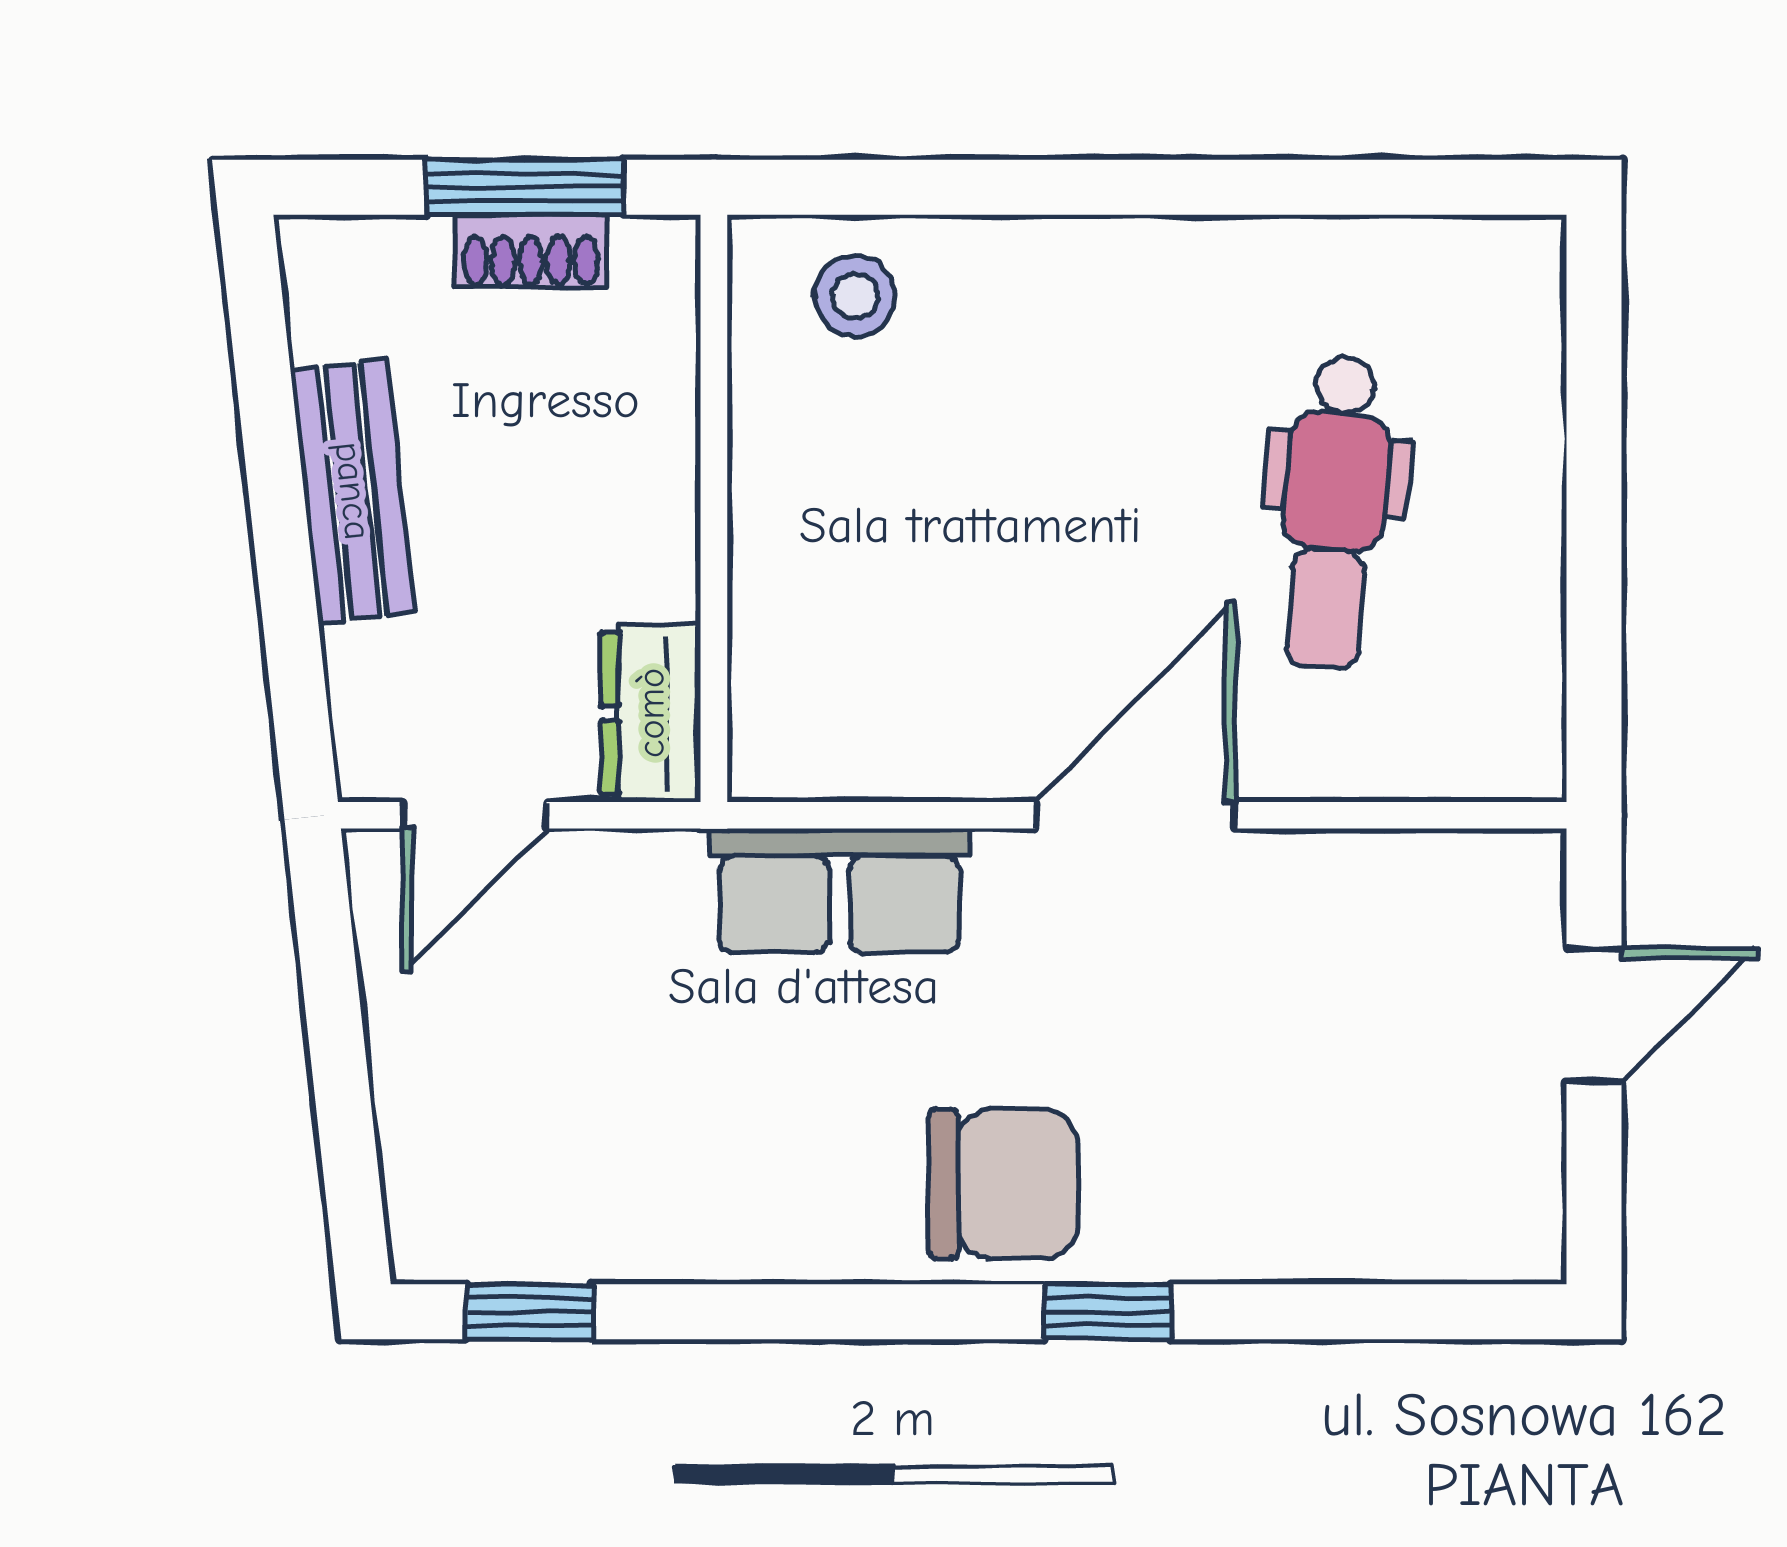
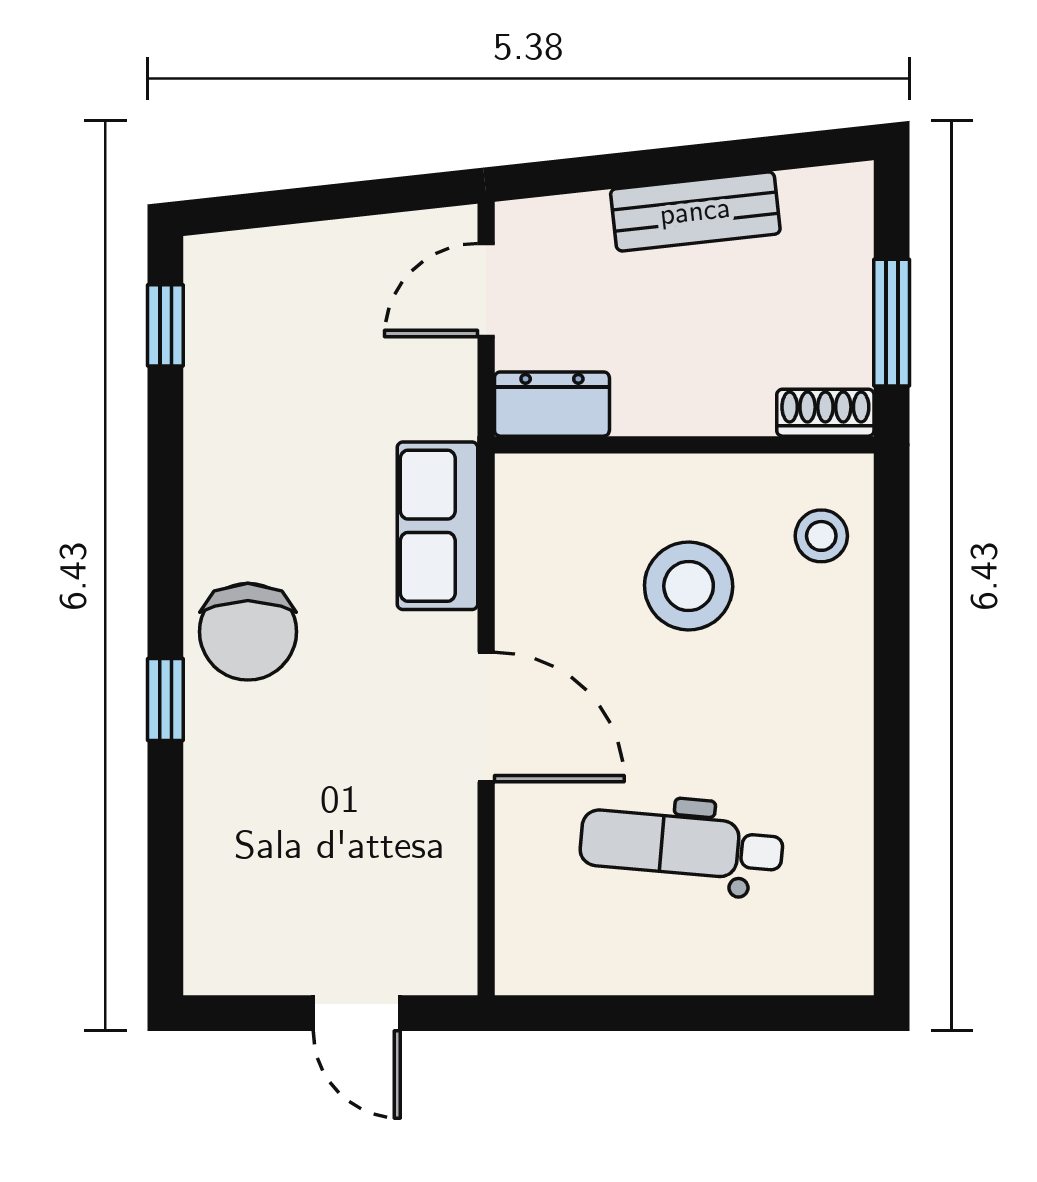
shoe rack: (531, 251) -> (825, 413), moved, turned 90
stool: (933, 502) -> (689, 586), added
door: (474, 815) -> (486, 290), hinge flipped

